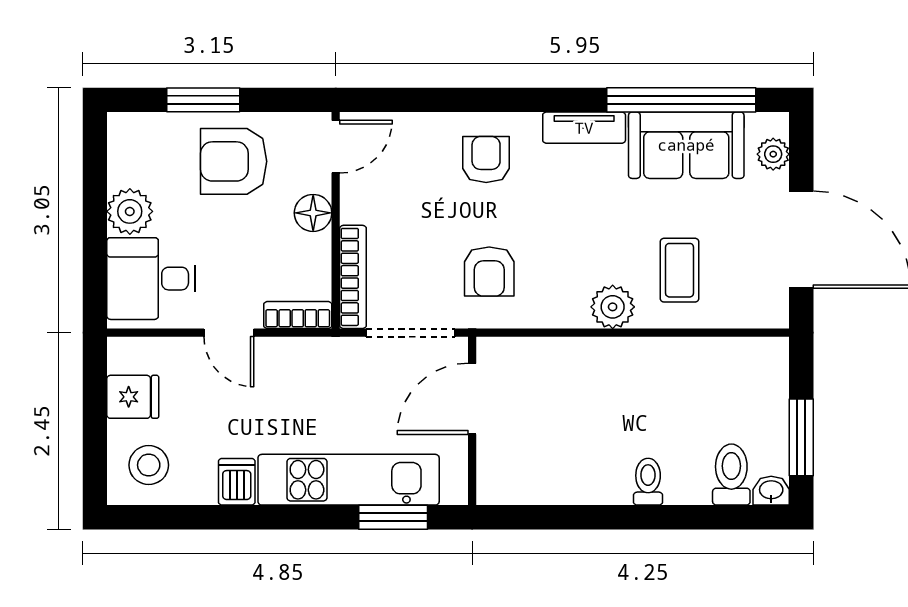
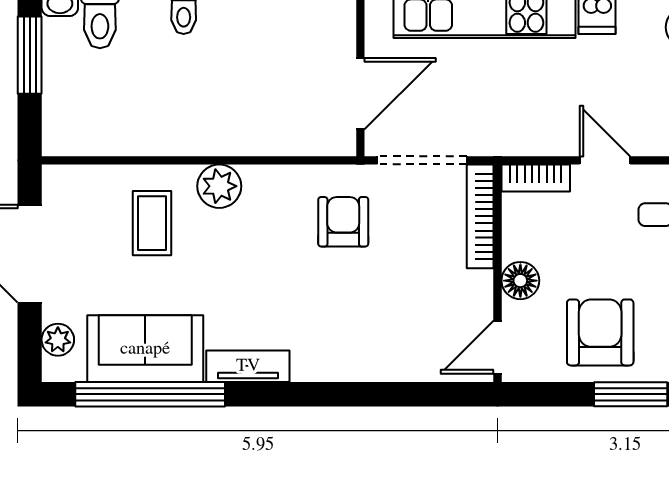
armchair: (486, 159) -> (346, 334), removed
armchair: (234, 161) -> (600, 332), turned -90

